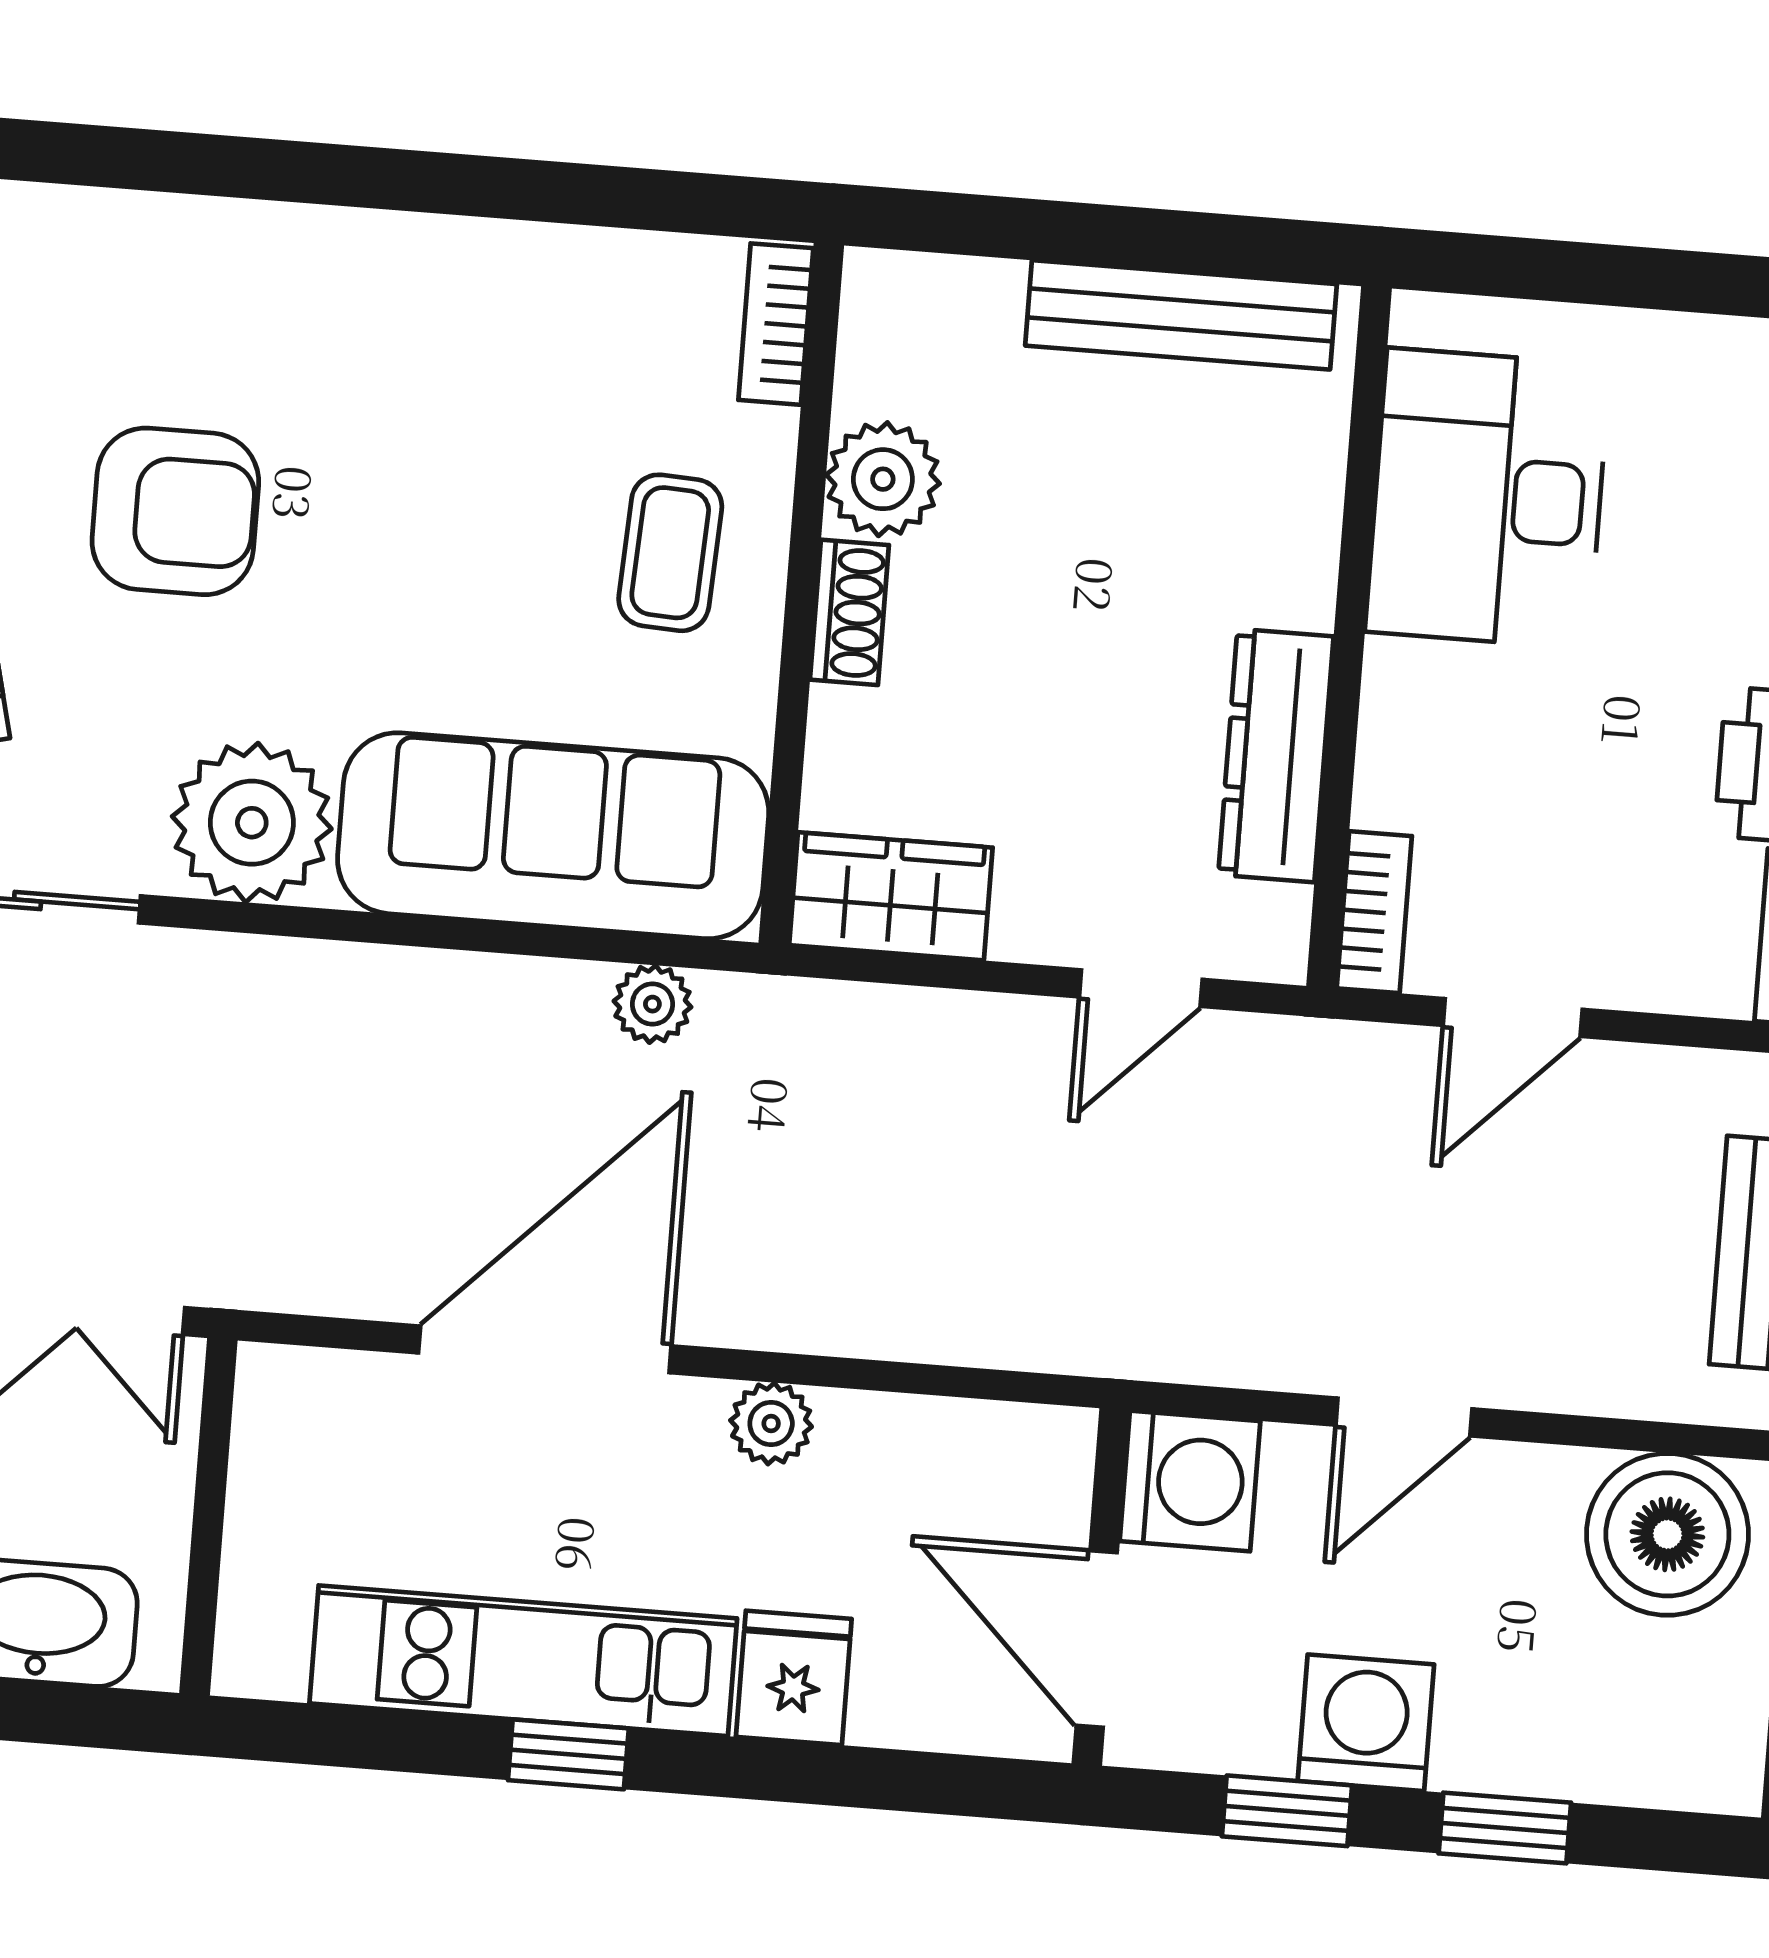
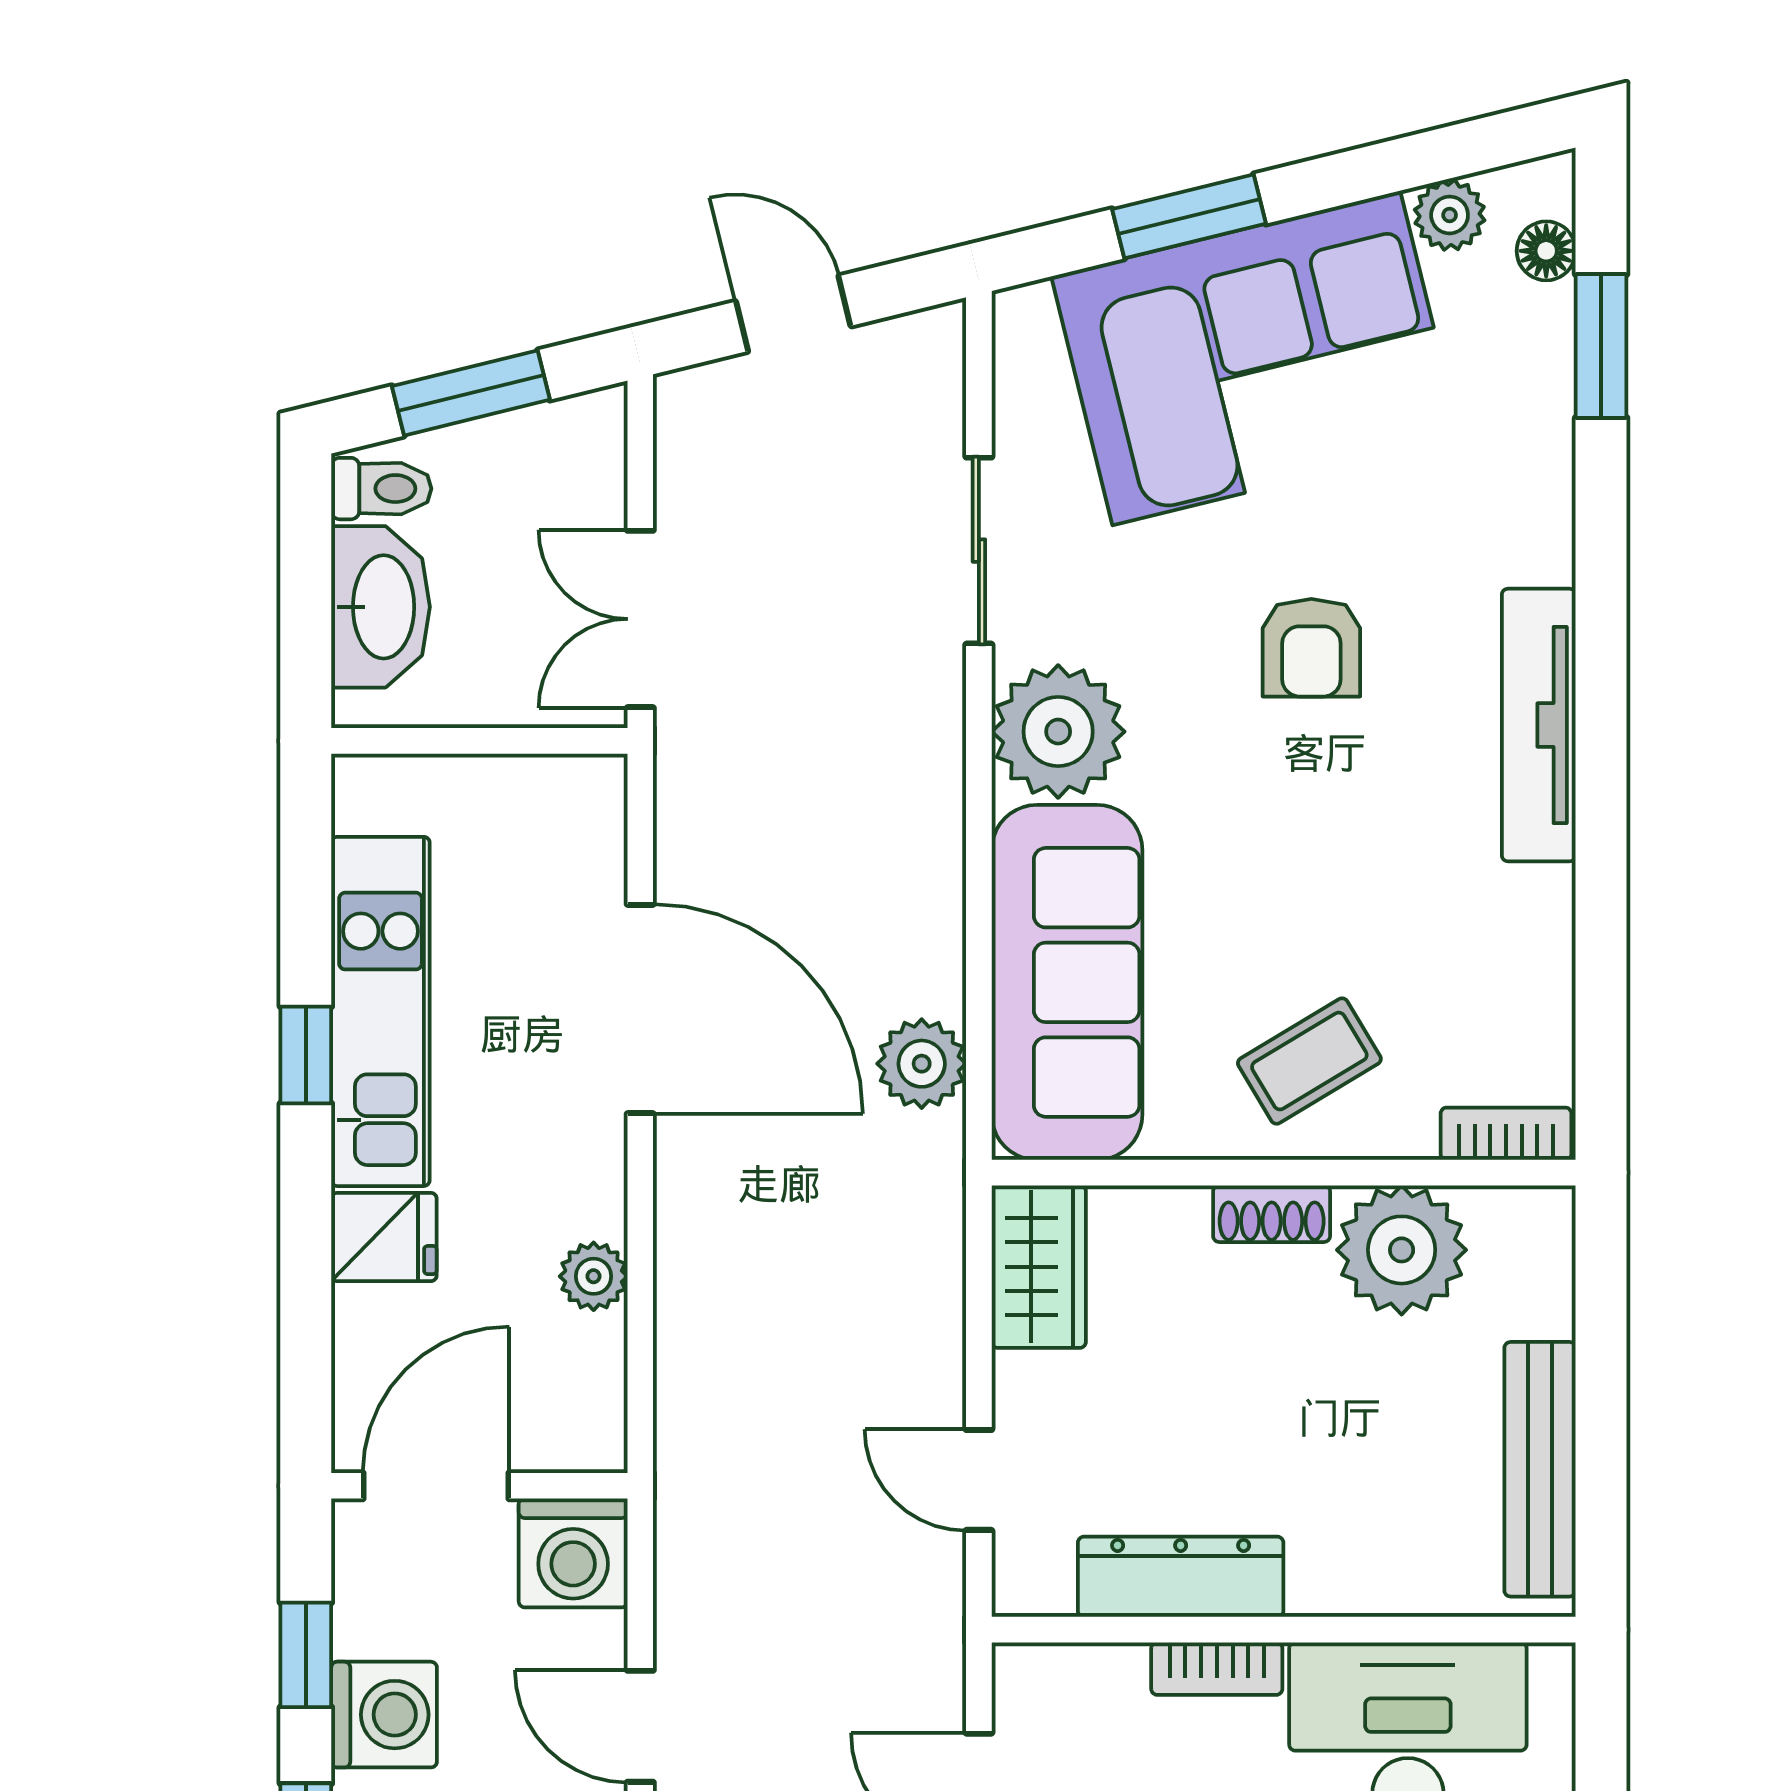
tv unit: (289, 246) -> (1539, 725), added
plant: (883, 479) -> (1402, 1250), width x1.36, depth x1.36
armchair: (175, 511) -> (1311, 648), width x0.72, depth x0.72
coffee table: (670, 553) -> (1309, 1061), turned -34
bookcase: (1374, 912) -> (1217, 1669), moved
plant: (652, 1004) -> (922, 1064), width x1.38, depth x1.38
plant: (771, 1423) -> (594, 1276), moved

